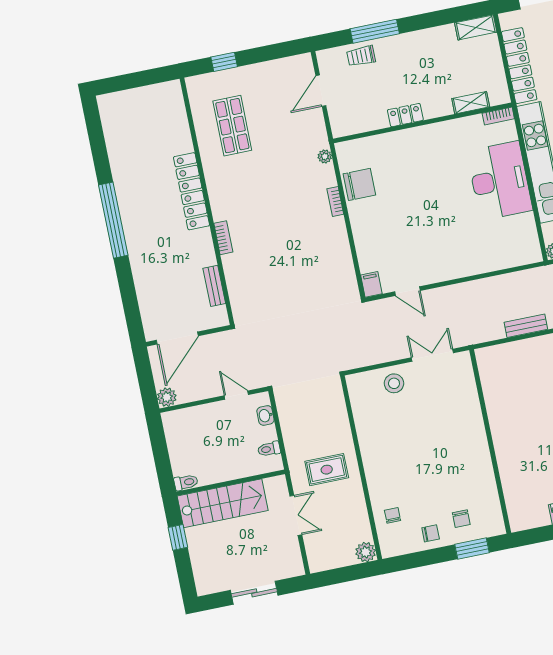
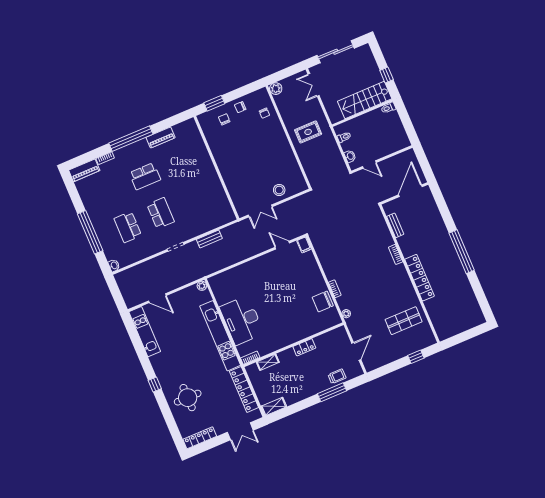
shop shelf: (232, 126) -> (404, 321), turned 90
plant: (167, 397) -> (410, 155), removed
double door: (296, 515) -> (313, 85), moved
sliding door: (254, 593) -> (336, 52), width x1.37

